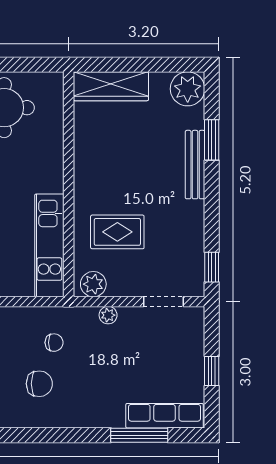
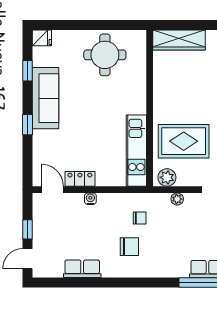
rug: (117, 232) -> (184, 141), width x1.36, depth x1.43

